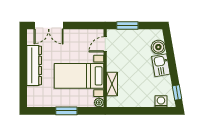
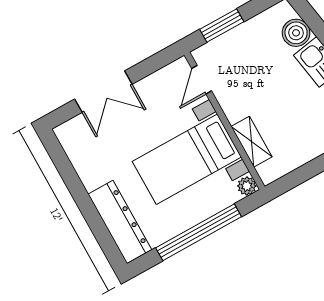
double door: (49, 26) -> (103, 92), moved
dresser: (34, 65) -> (120, 222), moved
window: (66, 111) -> (199, 232), width x2.11

